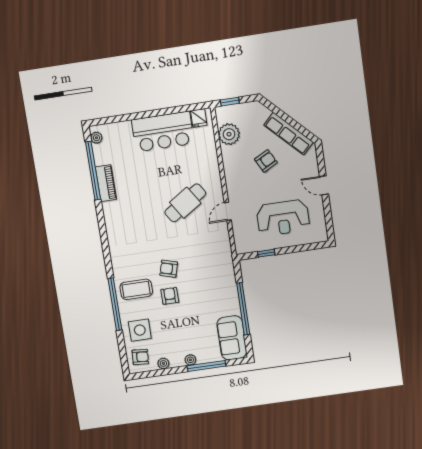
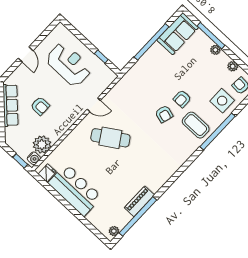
water cooler: (222, 116) -> (34, 158), added
armchair: (266, 161) -> (40, 106), turned -152

